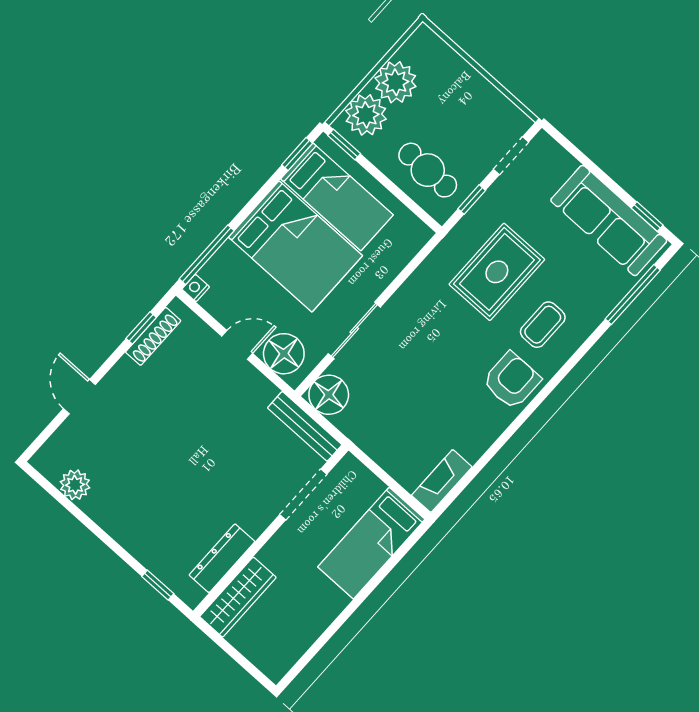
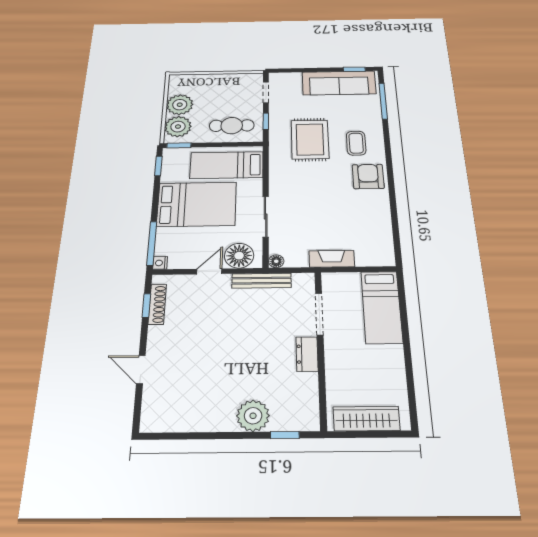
bed: (337, 197) -> (227, 165), moved, turned 180
floor lamp: (329, 395) -> (276, 261), width x0.53, depth x0.53
bench: (305, 426) -> (262, 281), moved
fireplace: (442, 481) -> (332, 259), moved, turned 90
plant: (75, 485) -> (253, 416), moved, width x1.36, depth x1.36
dresser: (222, 558) -> (307, 354), moved, width x0.70
wardrobe: (238, 597) -> (366, 419), moved, turned -90

